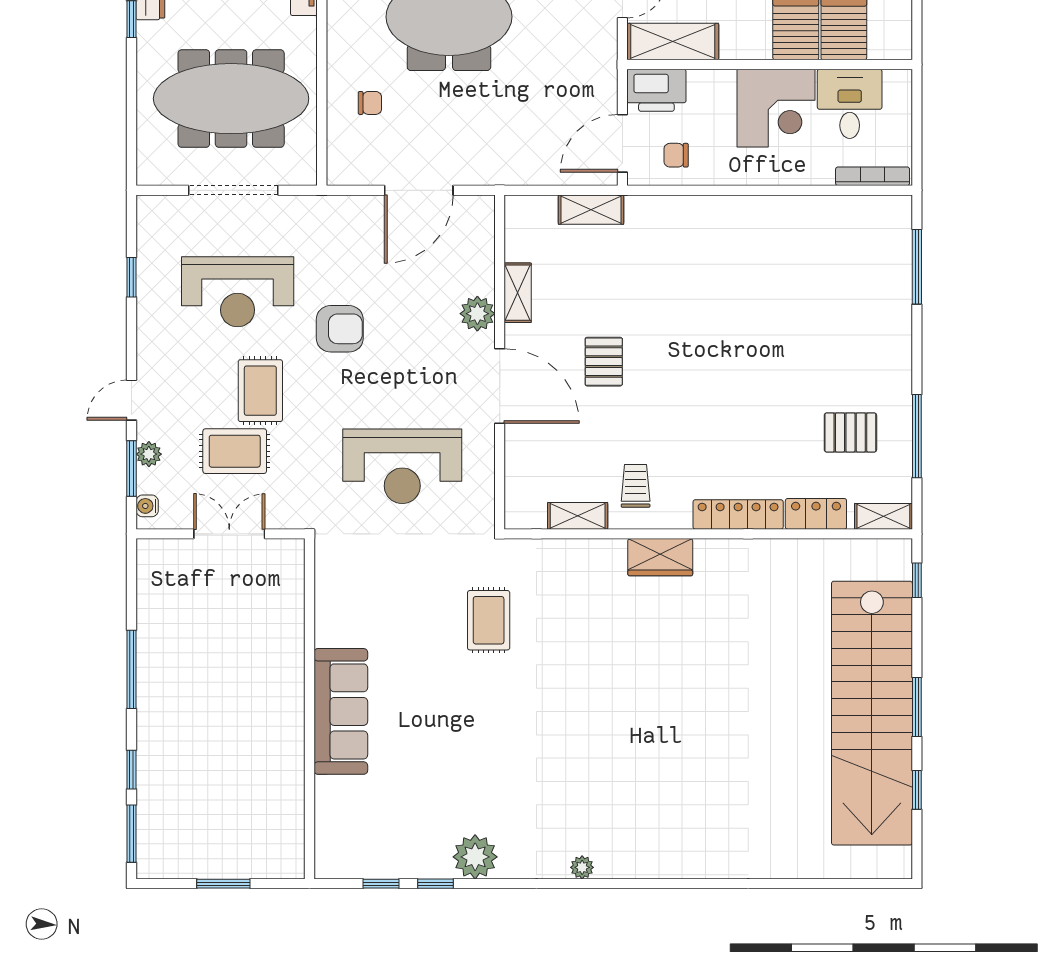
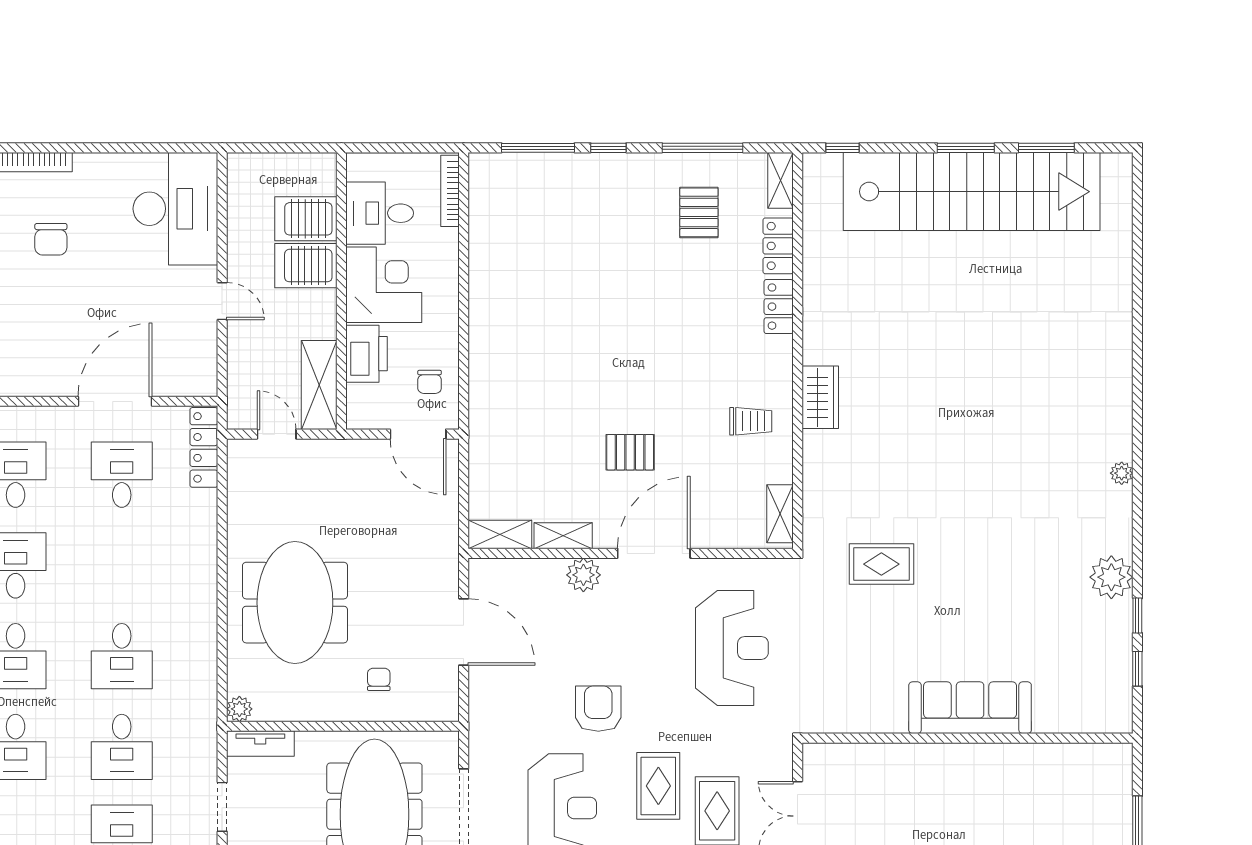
printer: (656, 90) -> (366, 354), moved
shelving: (591, 210) -> (500, 535), moved, turned 90
window: (917, 339) -> (608, 148), added
rug: (260, 391) -> (658, 786), turned 90
trolley: (636, 486) -> (751, 421), turned 180
locker: (738, 514) -> (779, 307), width x0.66
shelving: (578, 516) -> (780, 514), moved
window: (917, 790) -> (1046, 148), width x1.50

